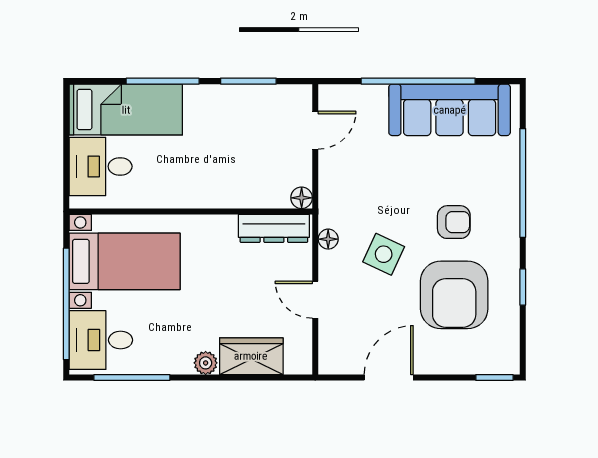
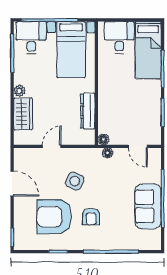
sofa: (450, 110) -> (148, 206), width x0.73
dresser: (274, 228) -> (88, 111), moved
floor lamp: (328, 239) -> (108, 153), moved

